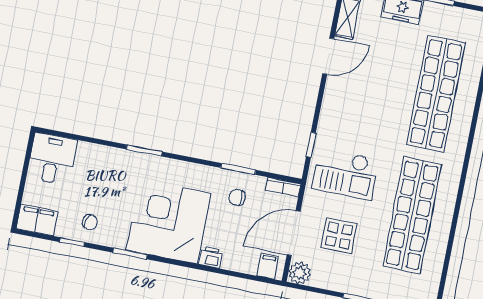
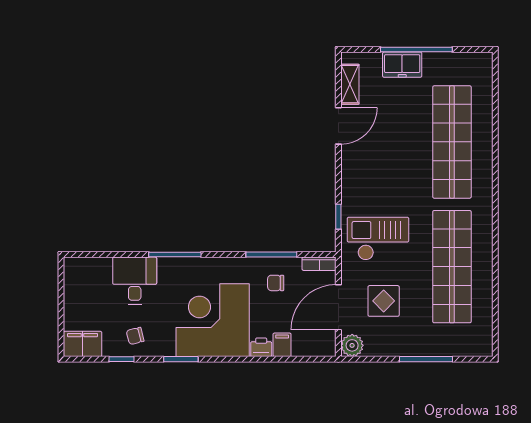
window: (144, 150) -> (175, 255), width x1.44
desk: (52, 159) -> (135, 281), moved
window: (238, 169) -> (271, 255), width x1.44
checkout: (345, 174) -> (378, 239), turned 180
chair: (90, 222) -> (135, 336), turned 147
filing cabinet: (268, 266) -> (282, 345), moved

